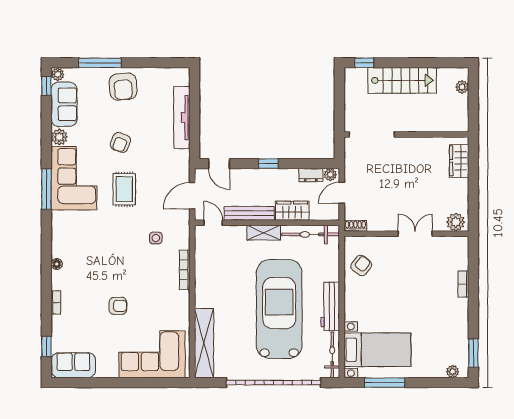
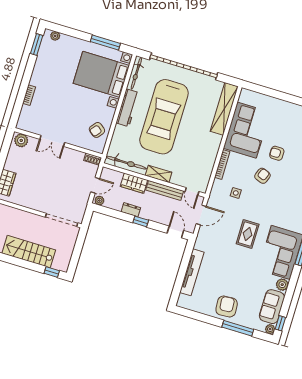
armchair: (120, 142) -> (262, 176), moved
dresser: (311, 175) -> (131, 210), moved
bed with nightstands: (377, 350) -> (101, 74), width x1.36
corner sofa: (152, 354) -> (247, 130), moved, turned -90

